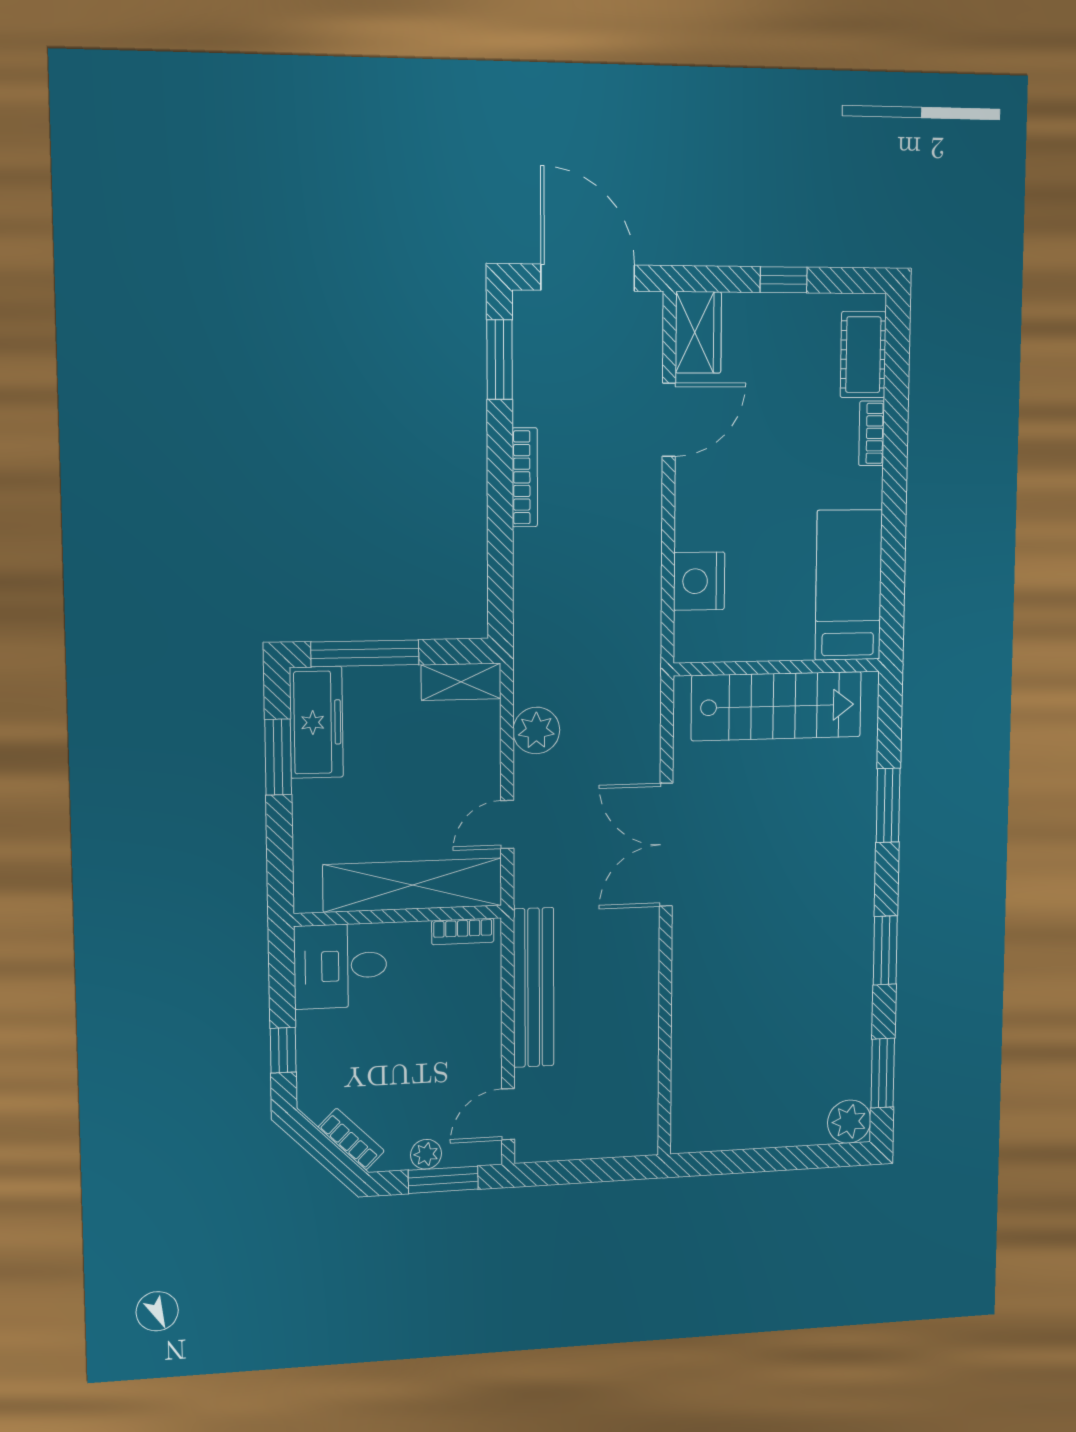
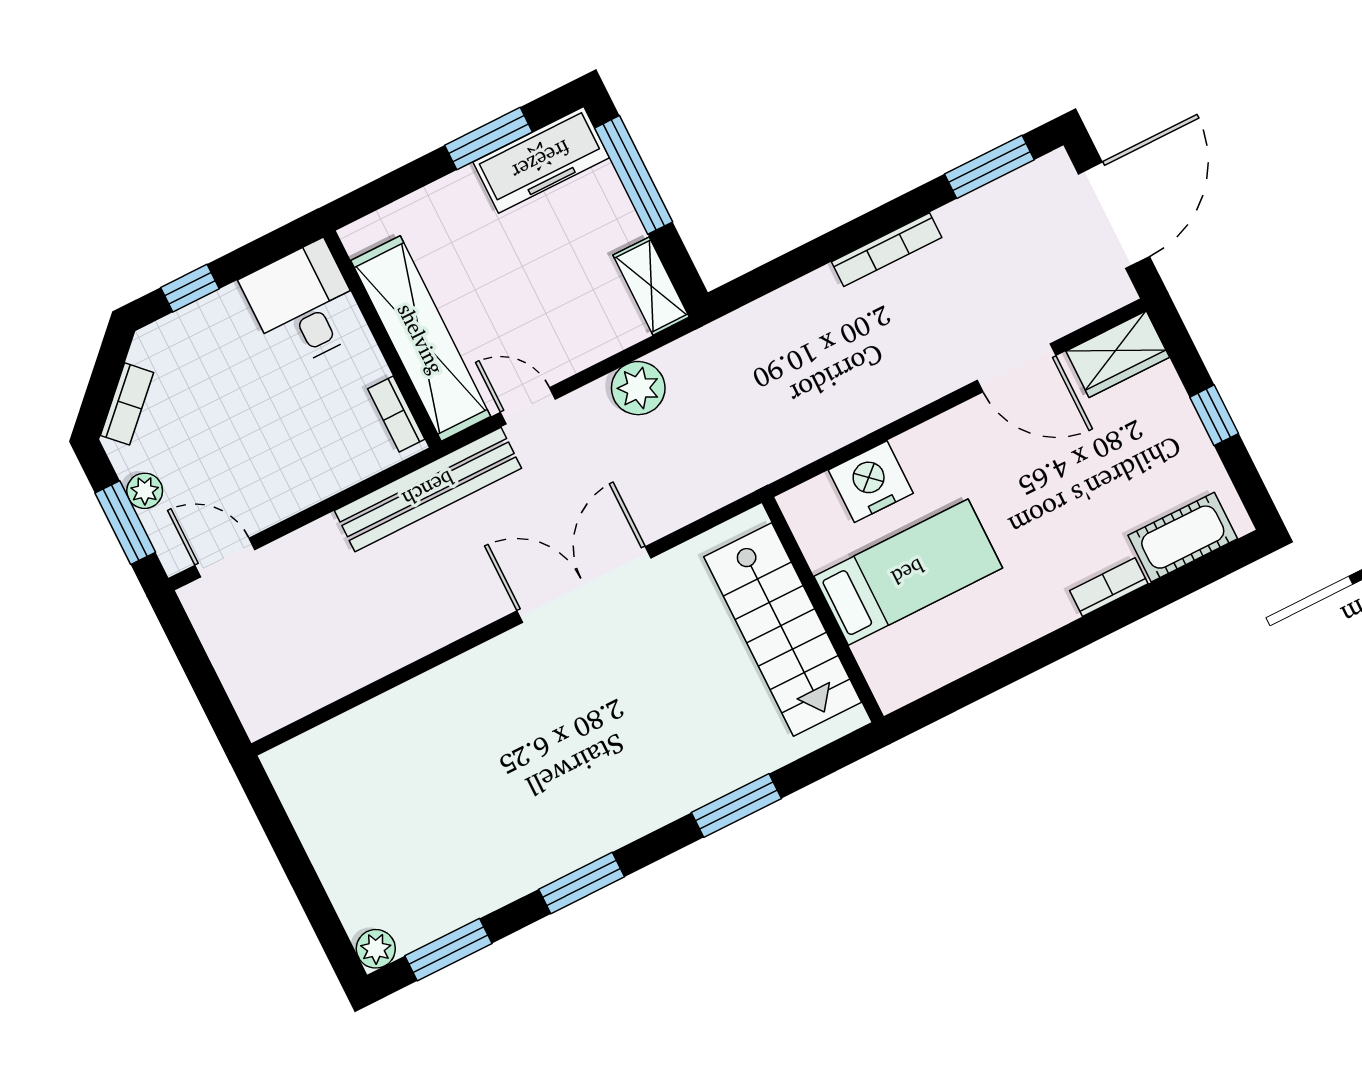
bed: (849, 585) -> (908, 572), moved
bench: (534, 988) -> (428, 489), moved
plant: (849, 1122) -> (376, 949), width x0.73, depth x0.73

